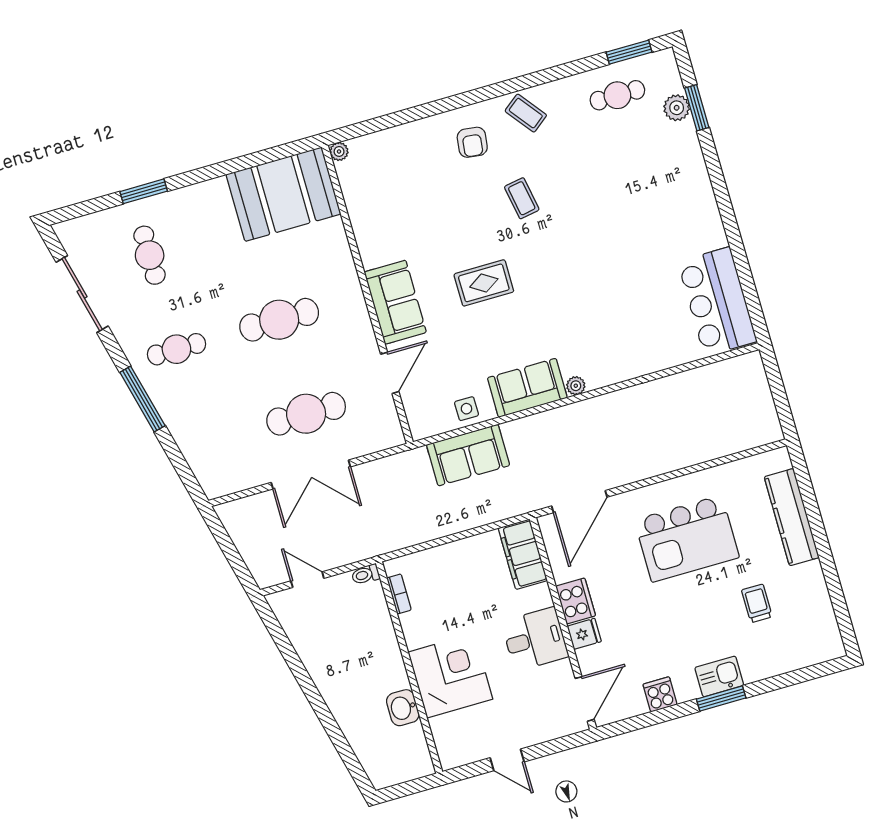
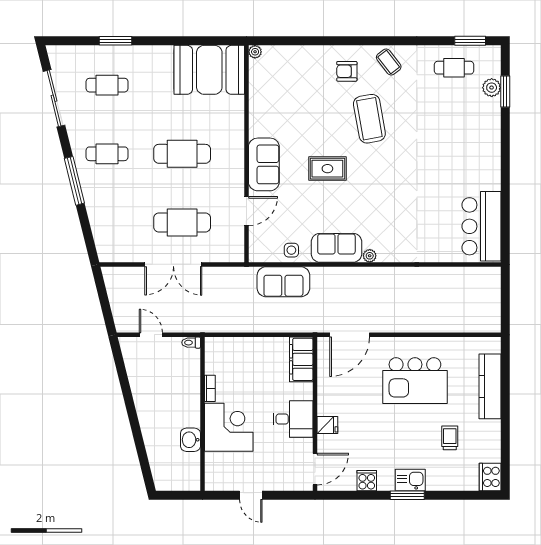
armchair: (472, 142) -> (347, 71), turned 83
coffee table: (522, 198) -> (369, 119), width x1.86, depth x1.72
cafe table: (150, 255) -> (107, 85), turned 90
bookcase: (399, 594) -> (210, 388), moved
cooker: (576, 601) -> (490, 477), moved, turned 180

